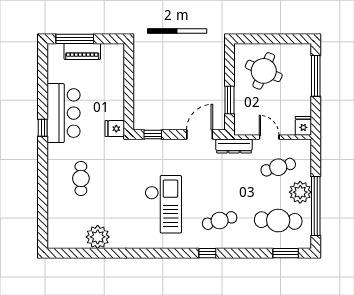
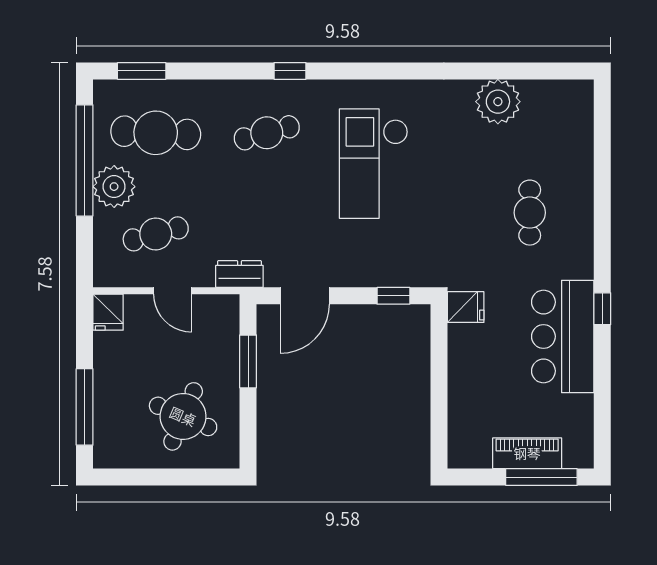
dresser: (234, 146) -> (239, 274), width x0.70

